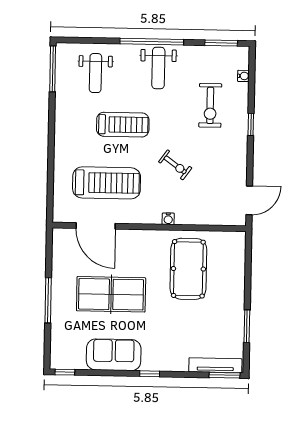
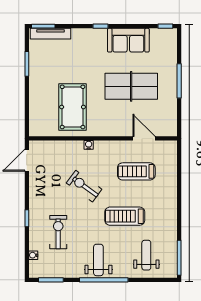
exercise bike: (175, 165) -> (84, 186), width x1.38, depth x1.39
treadmill: (107, 183) -> (136, 171), width x0.73, depth x0.73
door: (96, 226) -> (144, 138), width x0.73

